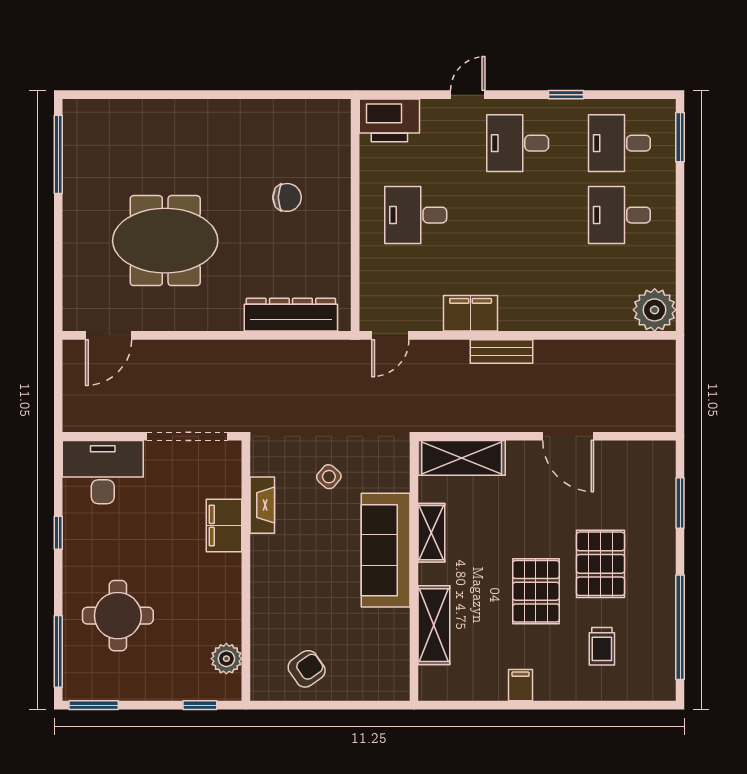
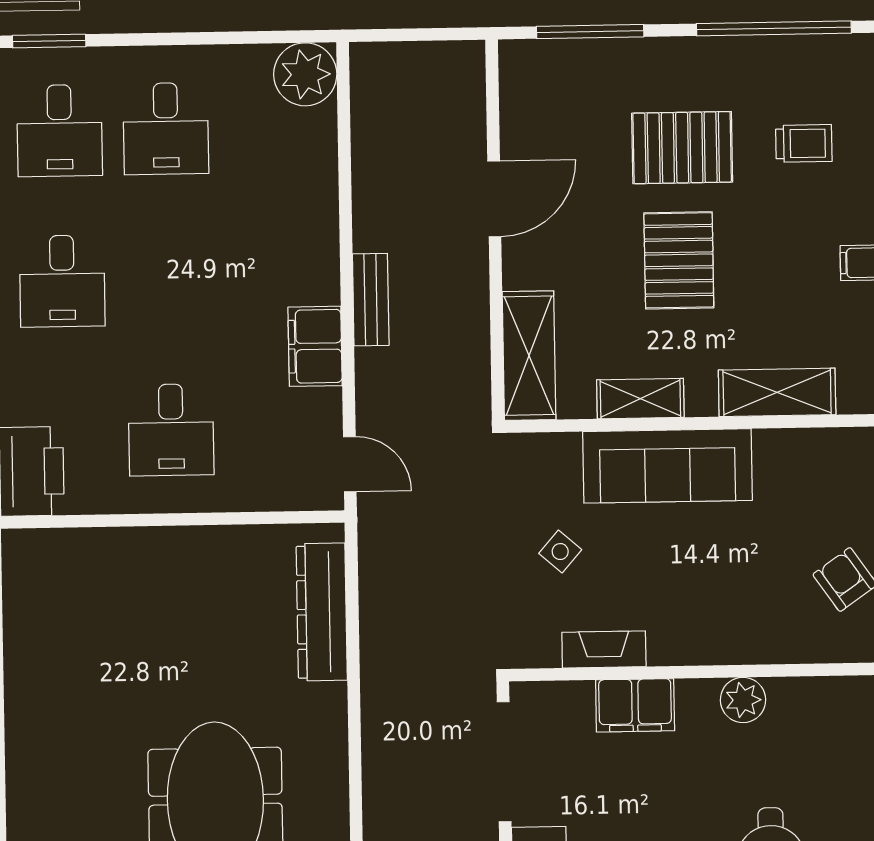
chair: (287, 197) -> (148, 621), removed
window: (680, 503) -> (590, 32), width x1.44
pallet: (536, 591) -> (679, 260), moved, turned 90
plant: (226, 659) -> (743, 700), moved

